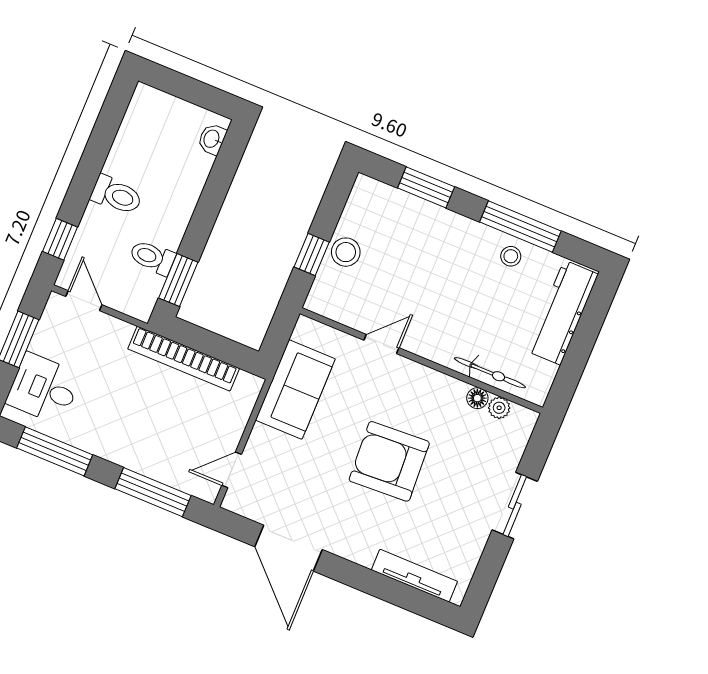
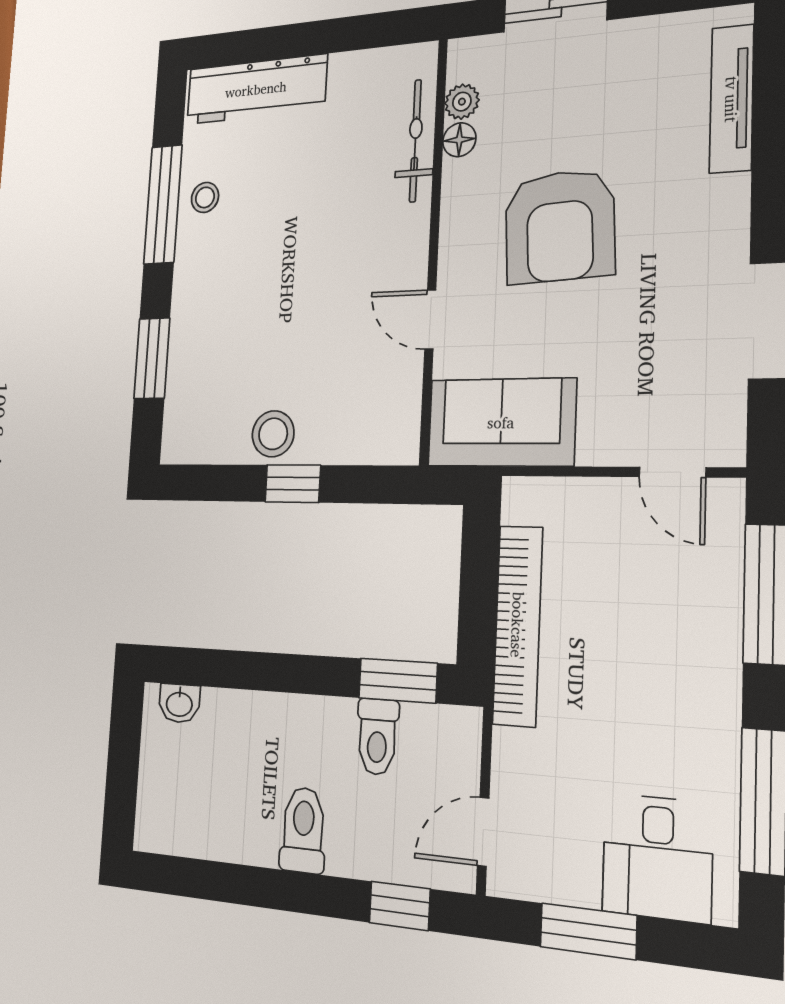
door: (381, 344) -> (430, 319), moved
wall: (421, 361) -> (434, 249), moved
bicycle: (490, 373) -> (415, 141), moved
floor lamp: (477, 398) -> (459, 140), moved
plant: (499, 408) -> (462, 102), moved

